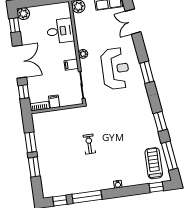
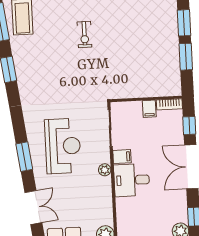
desk: (60, 31) -> (132, 180), moved
reception desk: (115, 69) -> (63, 146), turned 180
window: (147, 72) -> (24, 157), moved
exercise bike: (89, 144) -> (84, 35), moved

